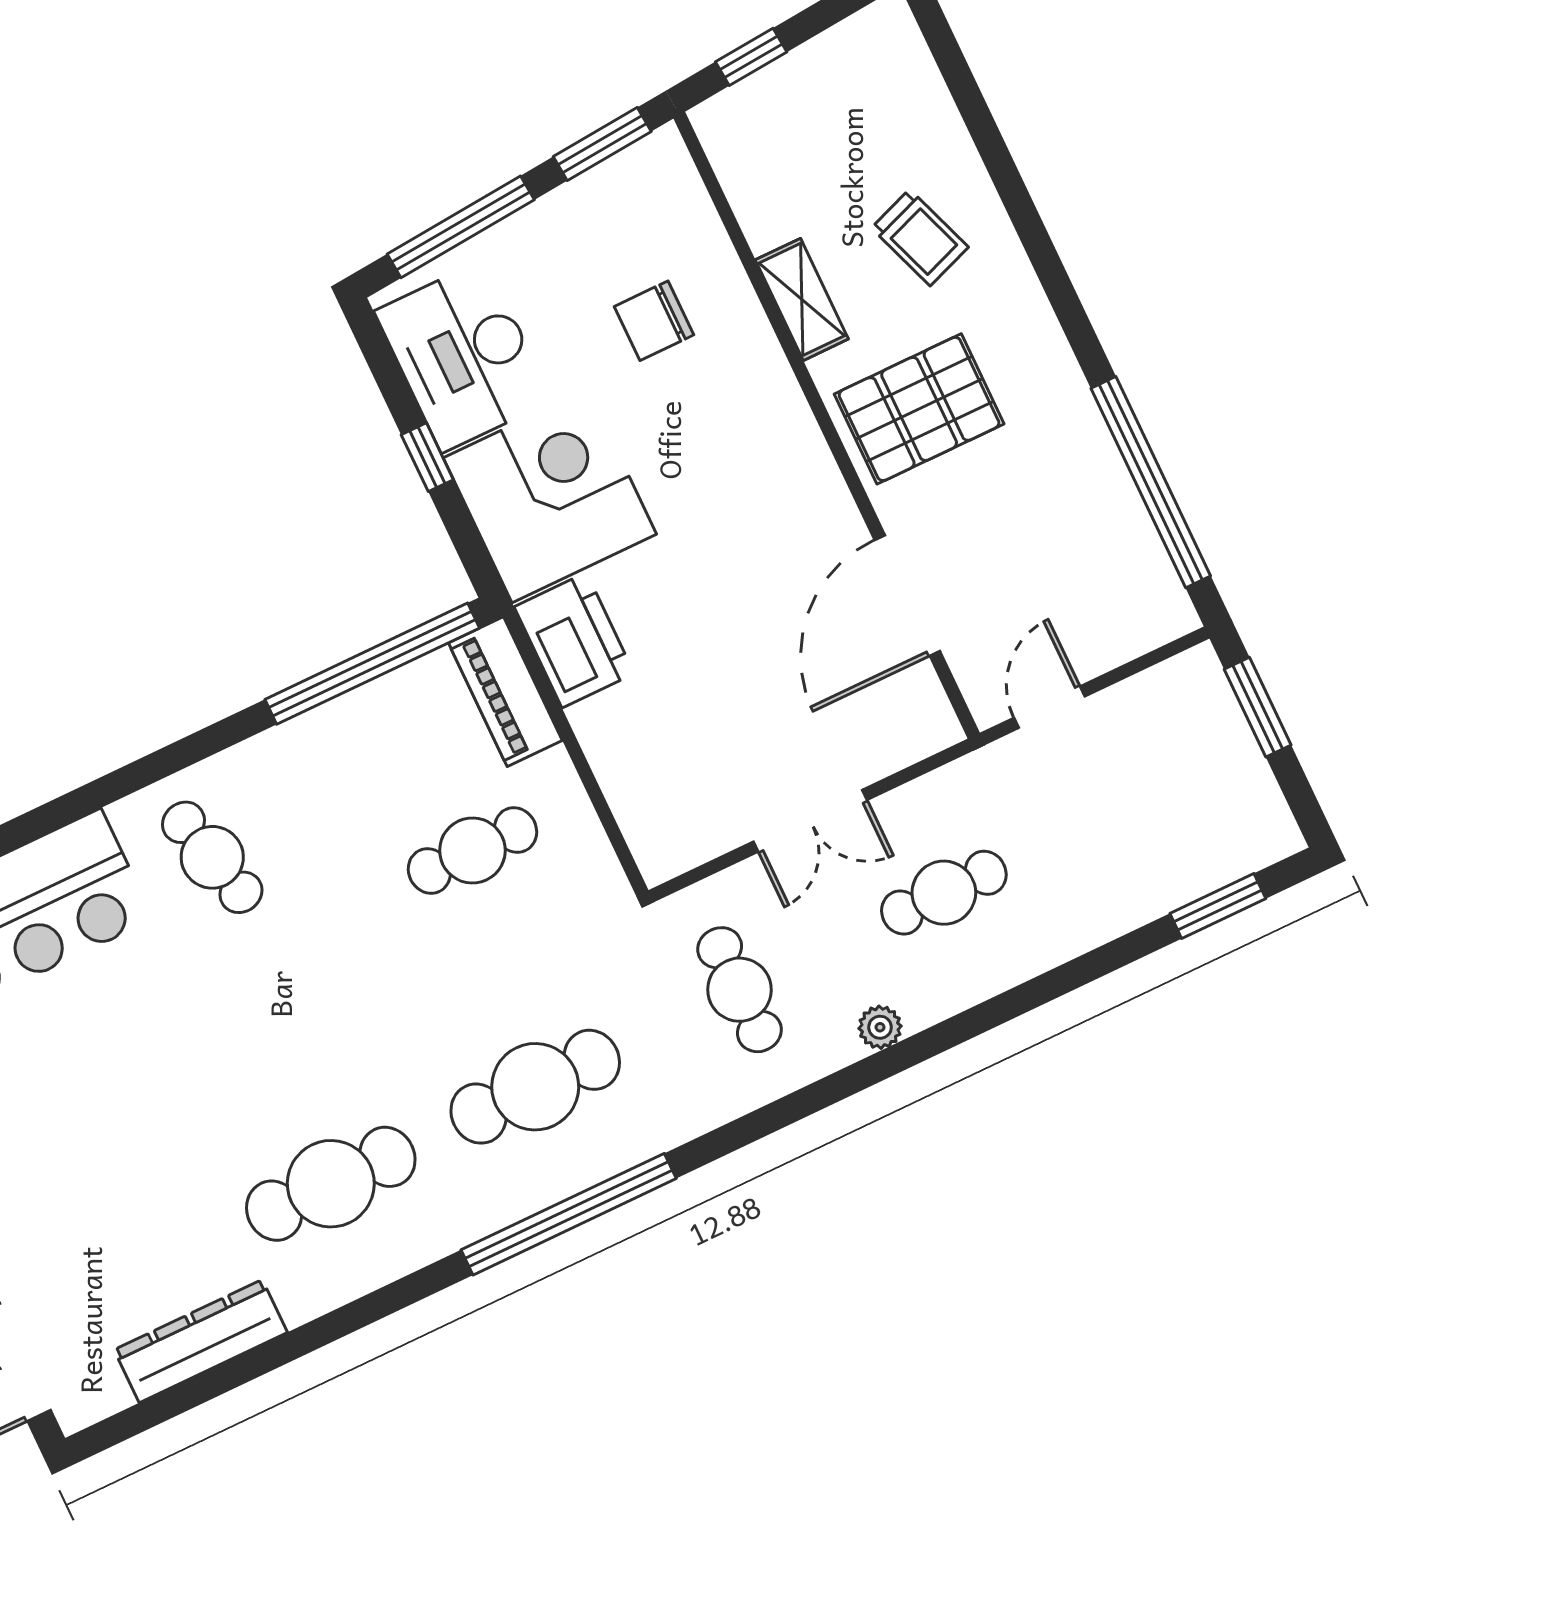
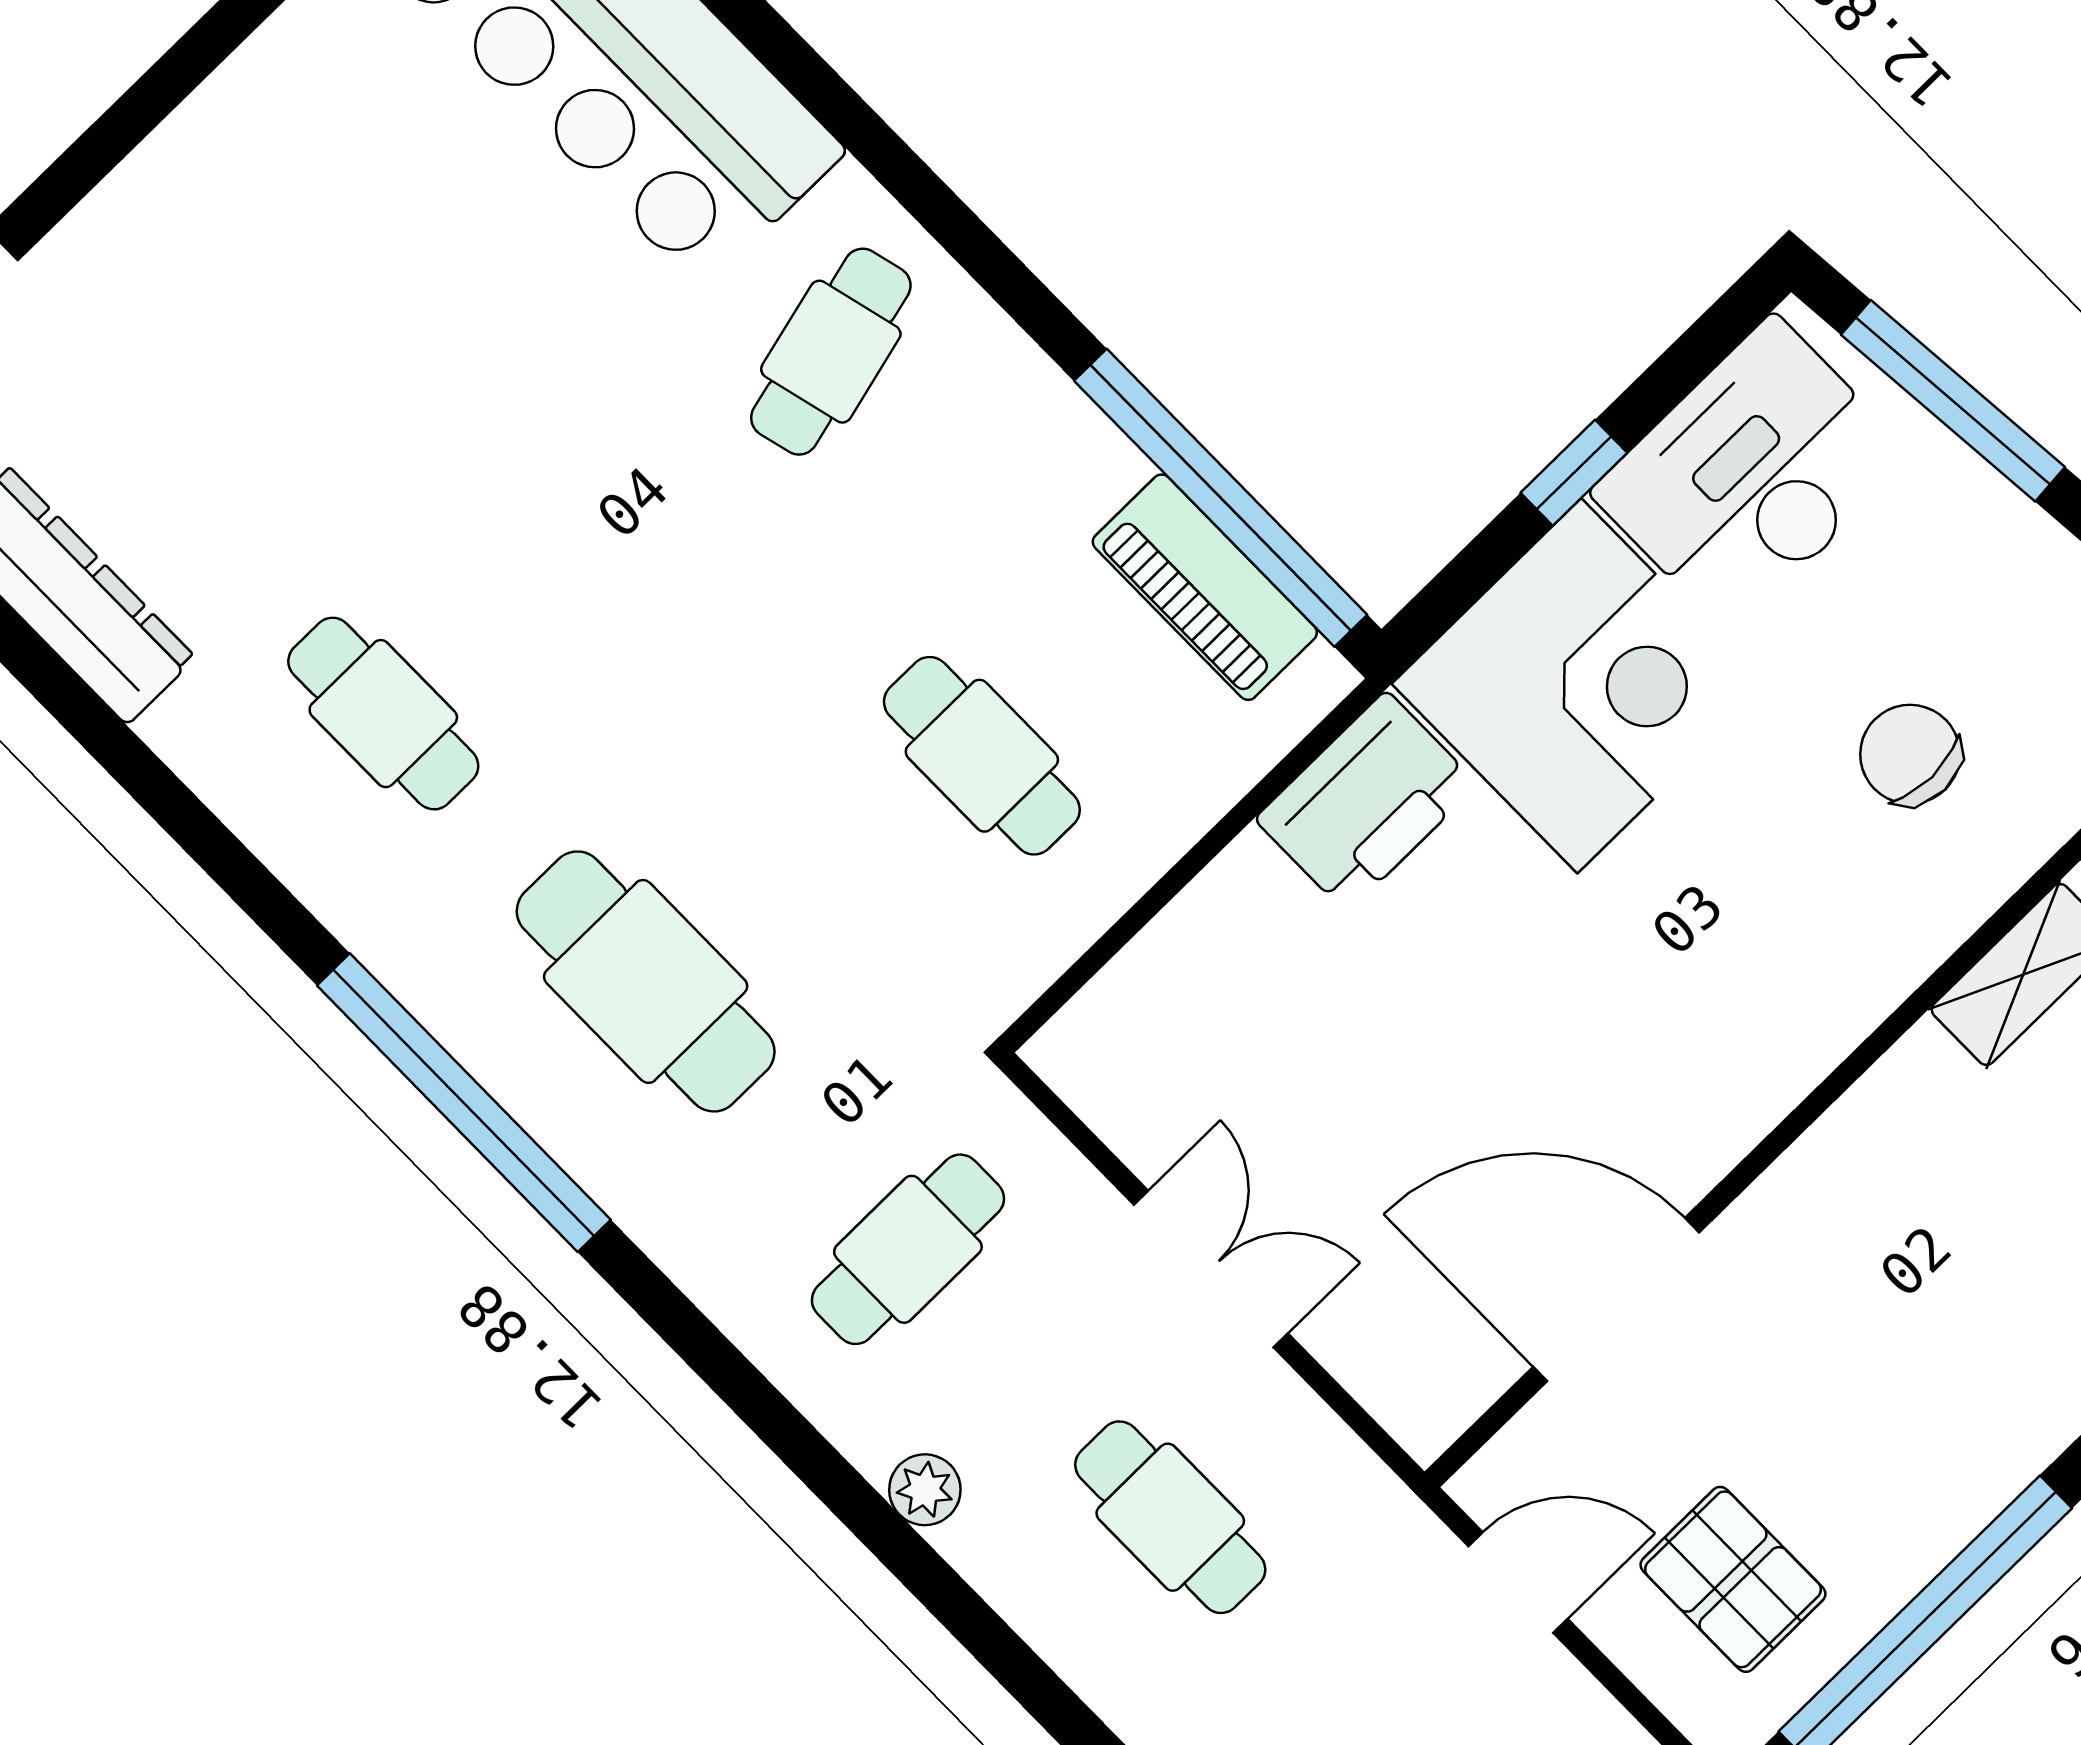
pallet: (919, 409) -> (1733, 1579), moved, width x0.67, depth x0.71
piano: (505, 692) -> (1205, 587), moved, turned -90
double door: (810, 821) -> (1211, 1269), swing flipped
cafe table: (331, 1184) -> (383, 714), width x0.73, depth x0.74

